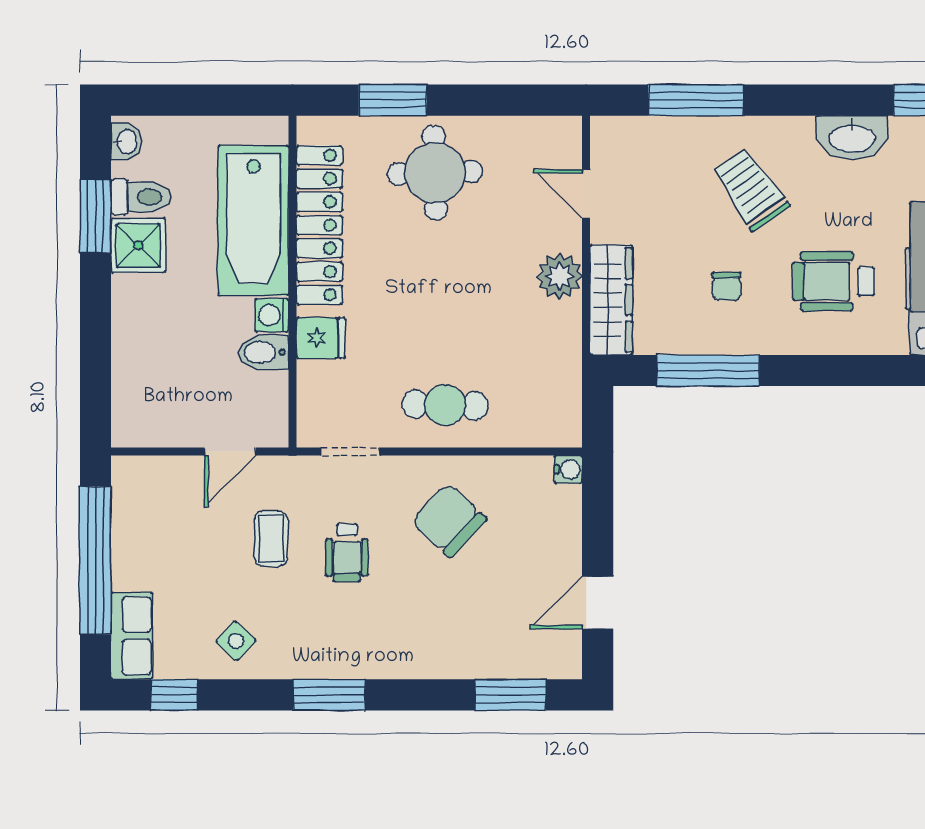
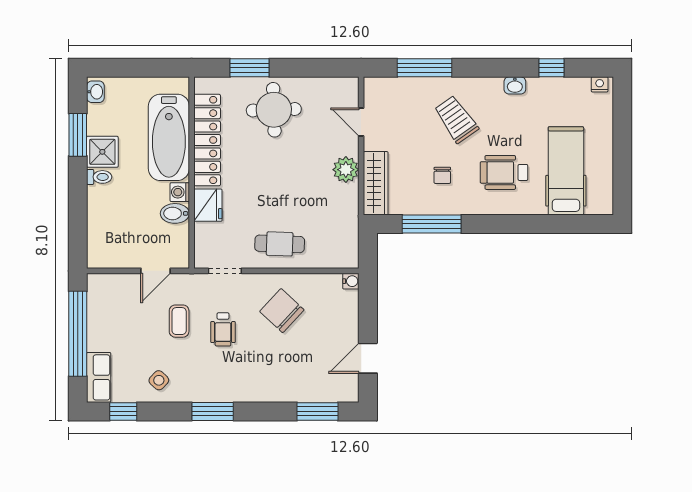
washbasin: (852, 137) -> (515, 85), width x0.52, depth x0.69
toilet: (141, 197) -> (99, 177), moved, width x0.73, depth x0.72
fridge: (321, 338) -> (208, 205), width x1.38

